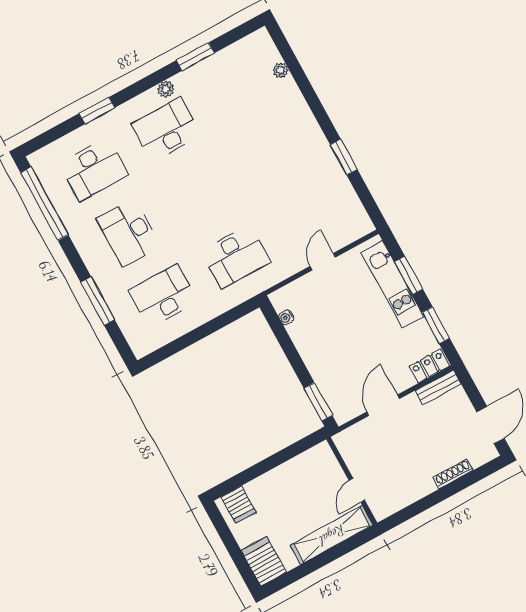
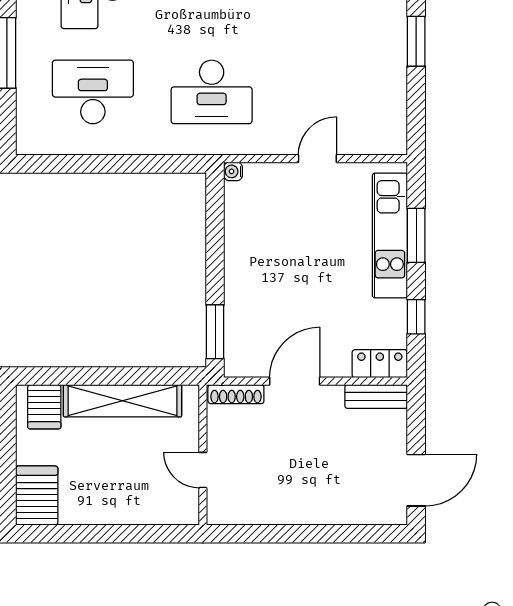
water cooler: (286, 317) -> (233, 171), moved
window: (436, 325) -> (416, 317), width x0.67
shoe rack: (453, 474) -> (236, 394), moved, turned 180
door: (357, 490) -> (203, 470), hinge flipped
shelving: (332, 535) -> (122, 401), moved

